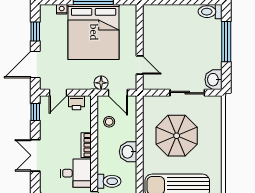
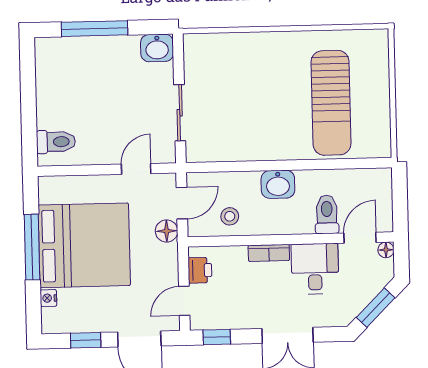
toilet: (210, 12) -> (56, 142), moved, turned -90
door: (58, 93) -> (184, 301), swing flipped
sliding door: (187, 93) -> (180, 113), moved
parasol: (177, 136) -> (250, 106), removed

